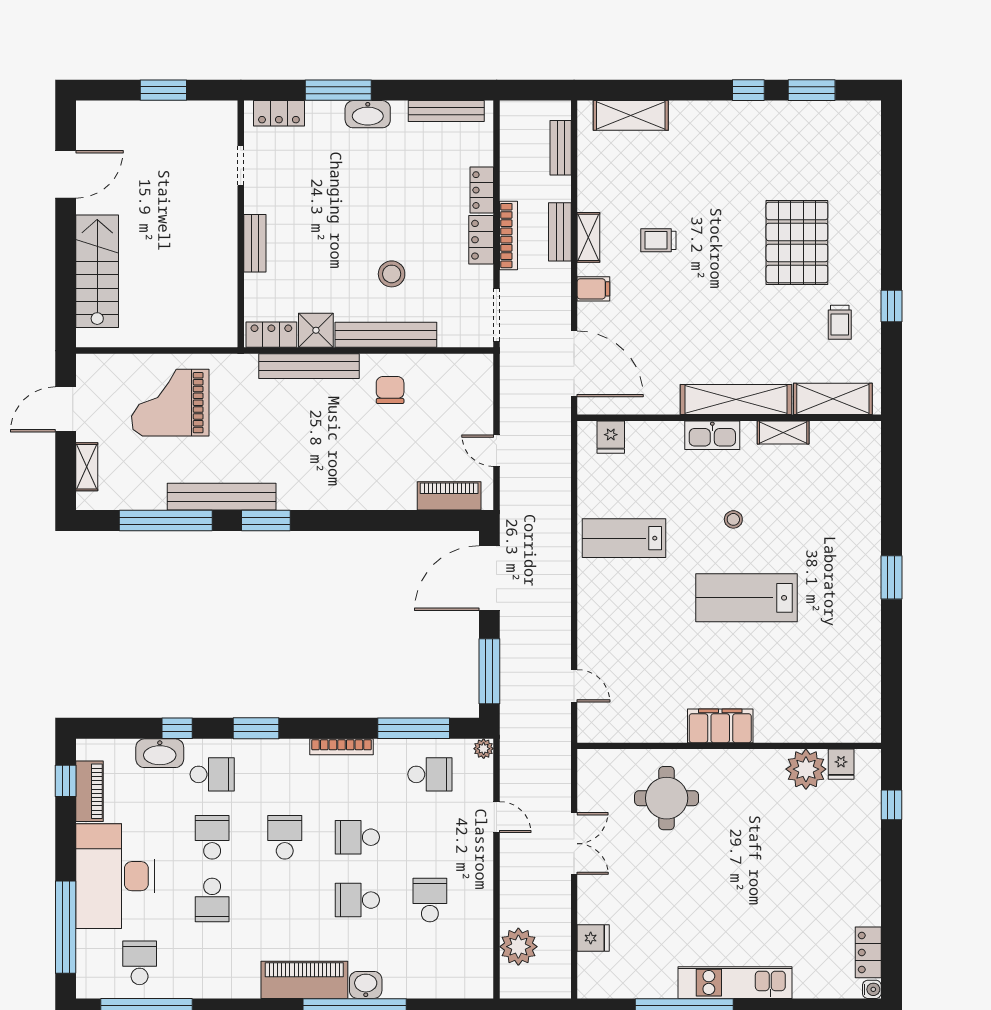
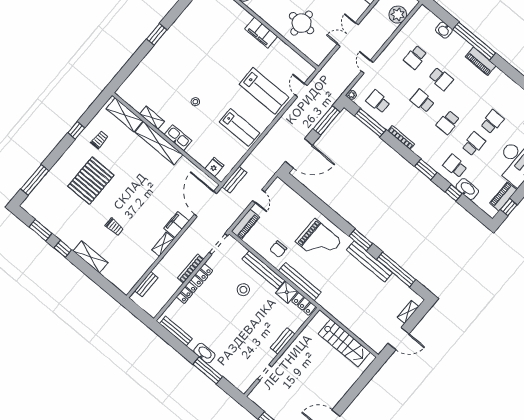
locker: (279, 113) -> (235, 380), removed
shelving: (631, 115) -> (91, 257), moved
window: (891, 165) -> (35, 180), added
bench: (560, 232) -> (234, 180), moved
trolley: (658, 240) -> (114, 227), moved
stairs: (97, 271) -> (344, 343), moved, turned -90
filing cabinet: (593, 289) -> (176, 225), width x2.00
grand piano: (170, 403) -> (319, 241), moved
piano: (449, 496) -> (245, 224), moved, turned -90
lab bench: (747, 598) -> (264, 91), moved
school desk: (212, 837) -> (474, 144), turned 180
school desk: (357, 837) -> (422, 101), turned 180
piano: (304, 980) -> (481, 61), width x0.73, depth x0.75
washbasin: (366, 985) -> (444, 30), moved

